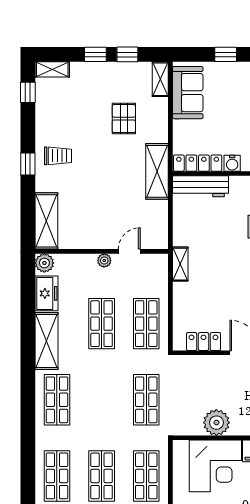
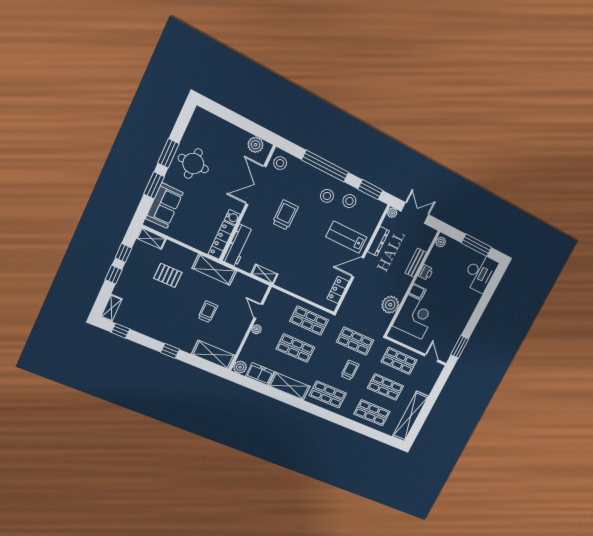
window: (226, 54) -> (154, 185), width x1.50
sofa: (188, 93) -> (164, 206), moved, turned 90
trolley: (58, 156) -> (208, 312), moved
shelving: (180, 264) -> (264, 274), moved
trolley: (104, 413) -> (350, 370), added

